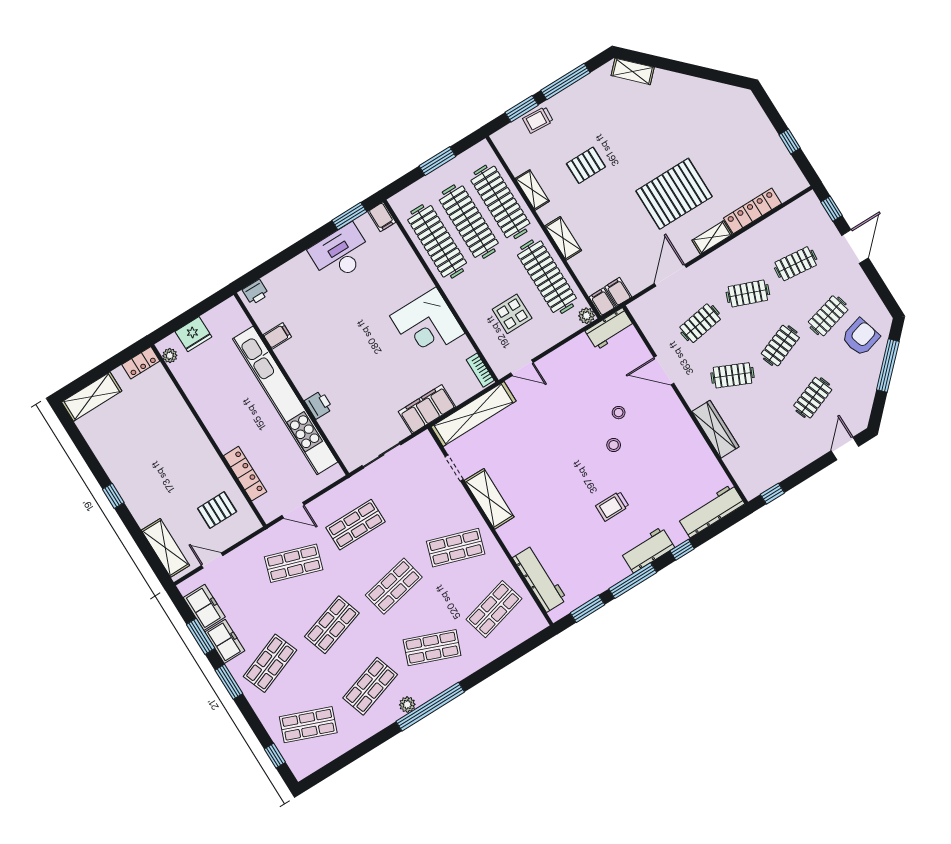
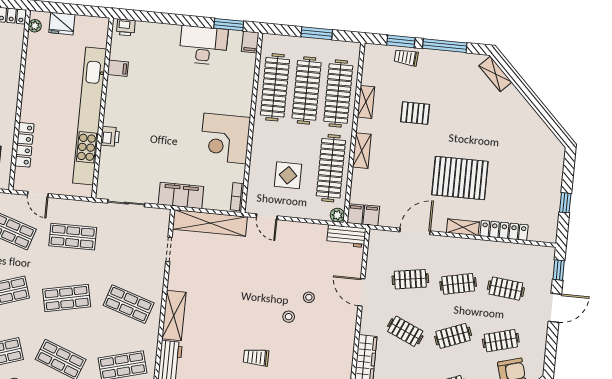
clothes rail: (748, 293) -> (458, 284), turned -33
shelving: (489, 499) -> (174, 315), moved

